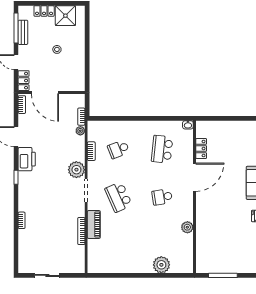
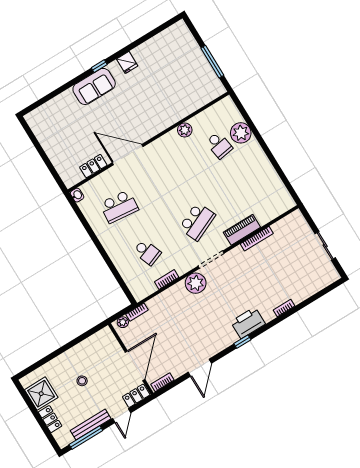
bench: (23, 32) -> (91, 425), width x1.36
plant: (80, 131) -> (123, 322), moved
printer: (27, 159) -> (248, 323), moved
school desk: (162, 197) -> (219, 145), moved

